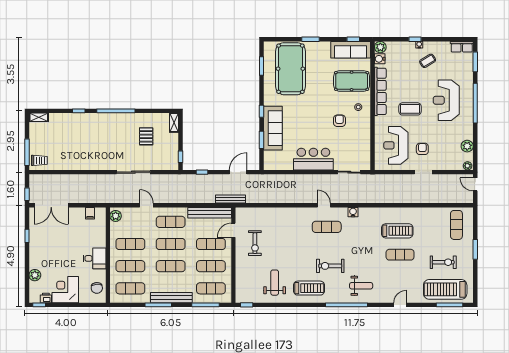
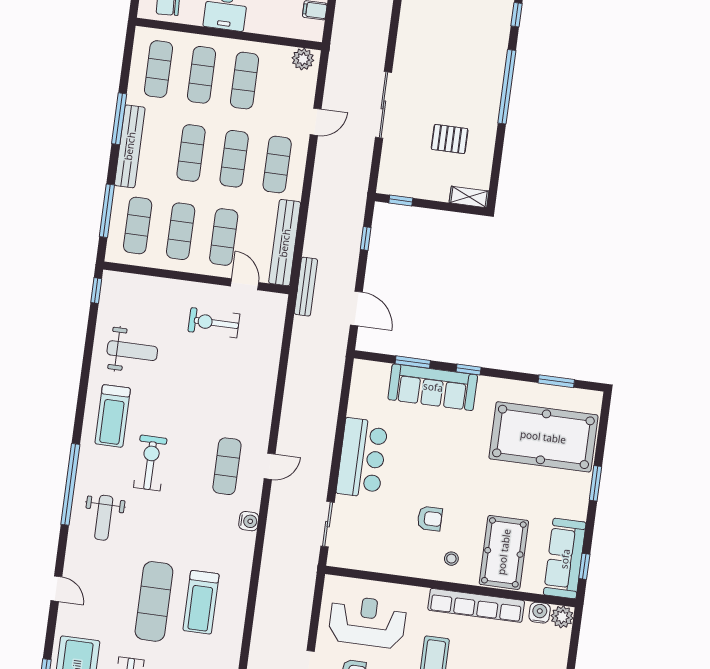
exercise mat: (400, 255) -> (154, 601), width x1.36, depth x1.45

